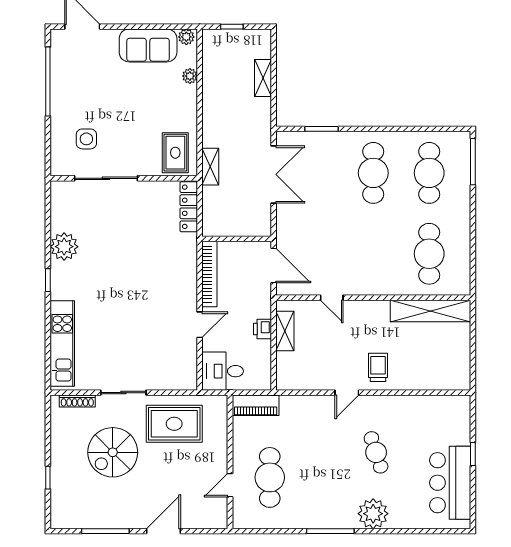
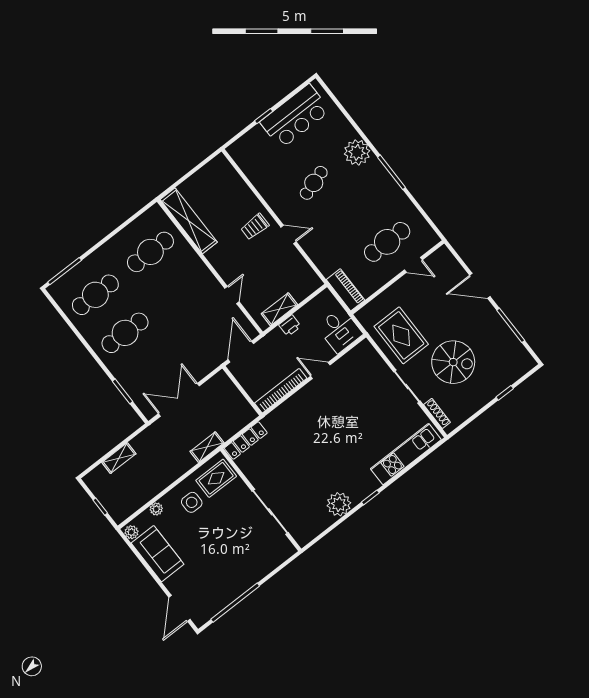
side table: (86, 139) -> (192, 502), moved

